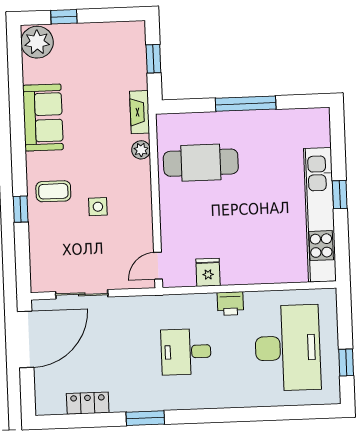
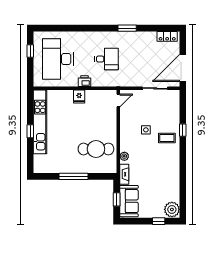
sofa: (43, 118) -> (129, 201), moved, turned 180
fridge: (208, 272) -> (79, 97), moved
locker: (88, 403) -> (167, 36), moved

